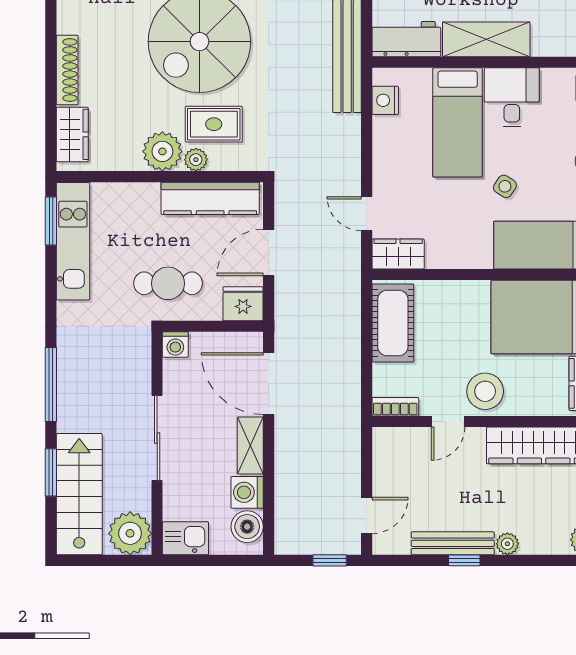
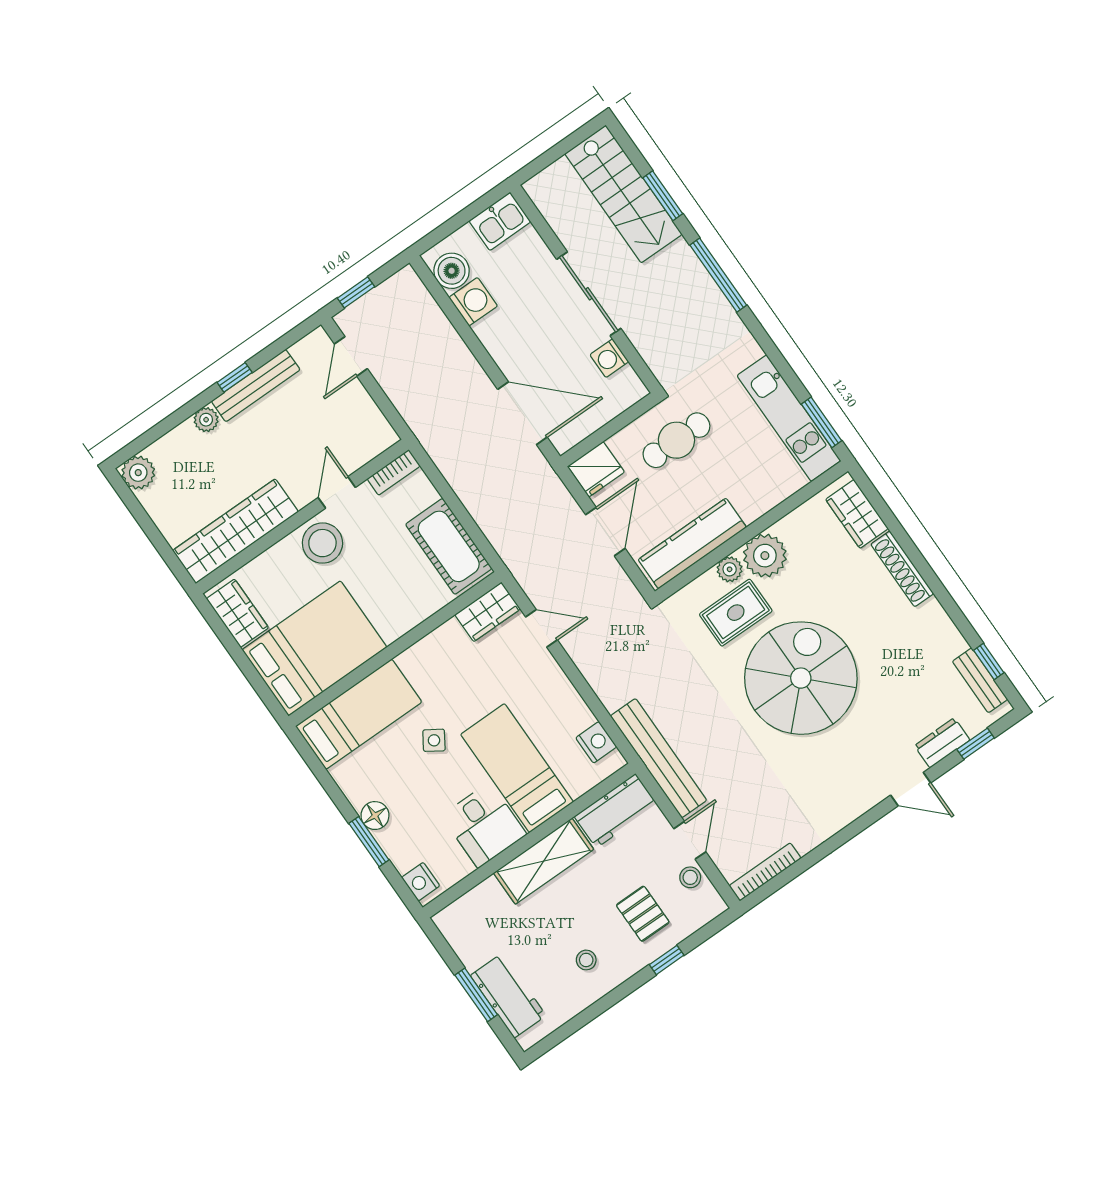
washing machine: (175, 345) -> (609, 358), moved, turned -90
shelving: (250, 446) -> (500, 346), removed
plant: (130, 533) -> (553, 191), removed

